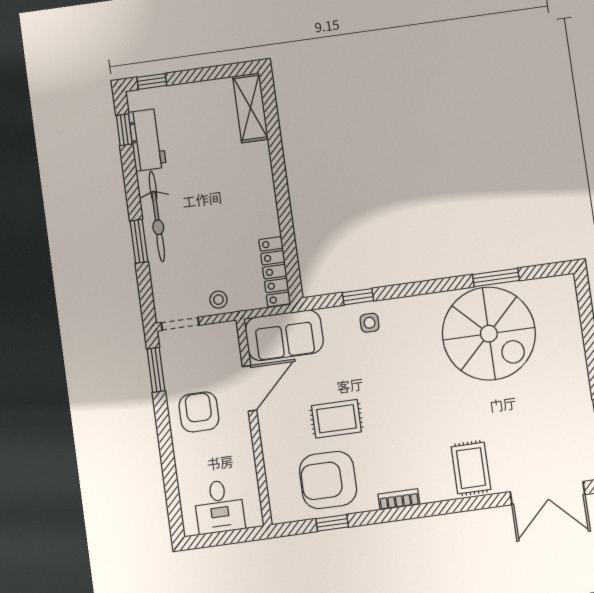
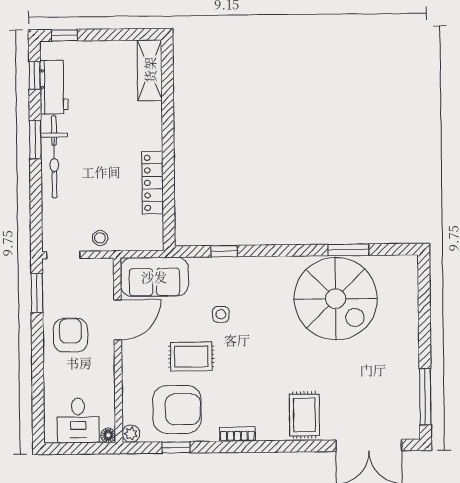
window: (139, 241) -> (35, 140), moved
locker: (275, 272) -> (153, 183), moved
side table: (370, 323) -> (221, 314), moved
armchair: (328, 480) -> (177, 409), turned 180
plant: (280, 514) -> (131, 434), added
floor lamp: (255, 519) -> (108, 435), added

